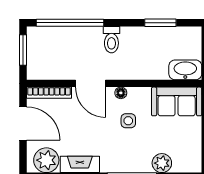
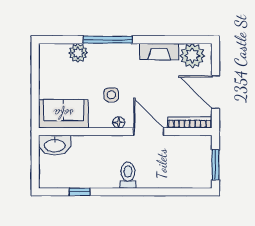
window: (70, 23) -> (169, 192), removed
window: (160, 23) -> (80, 192), width x0.67

